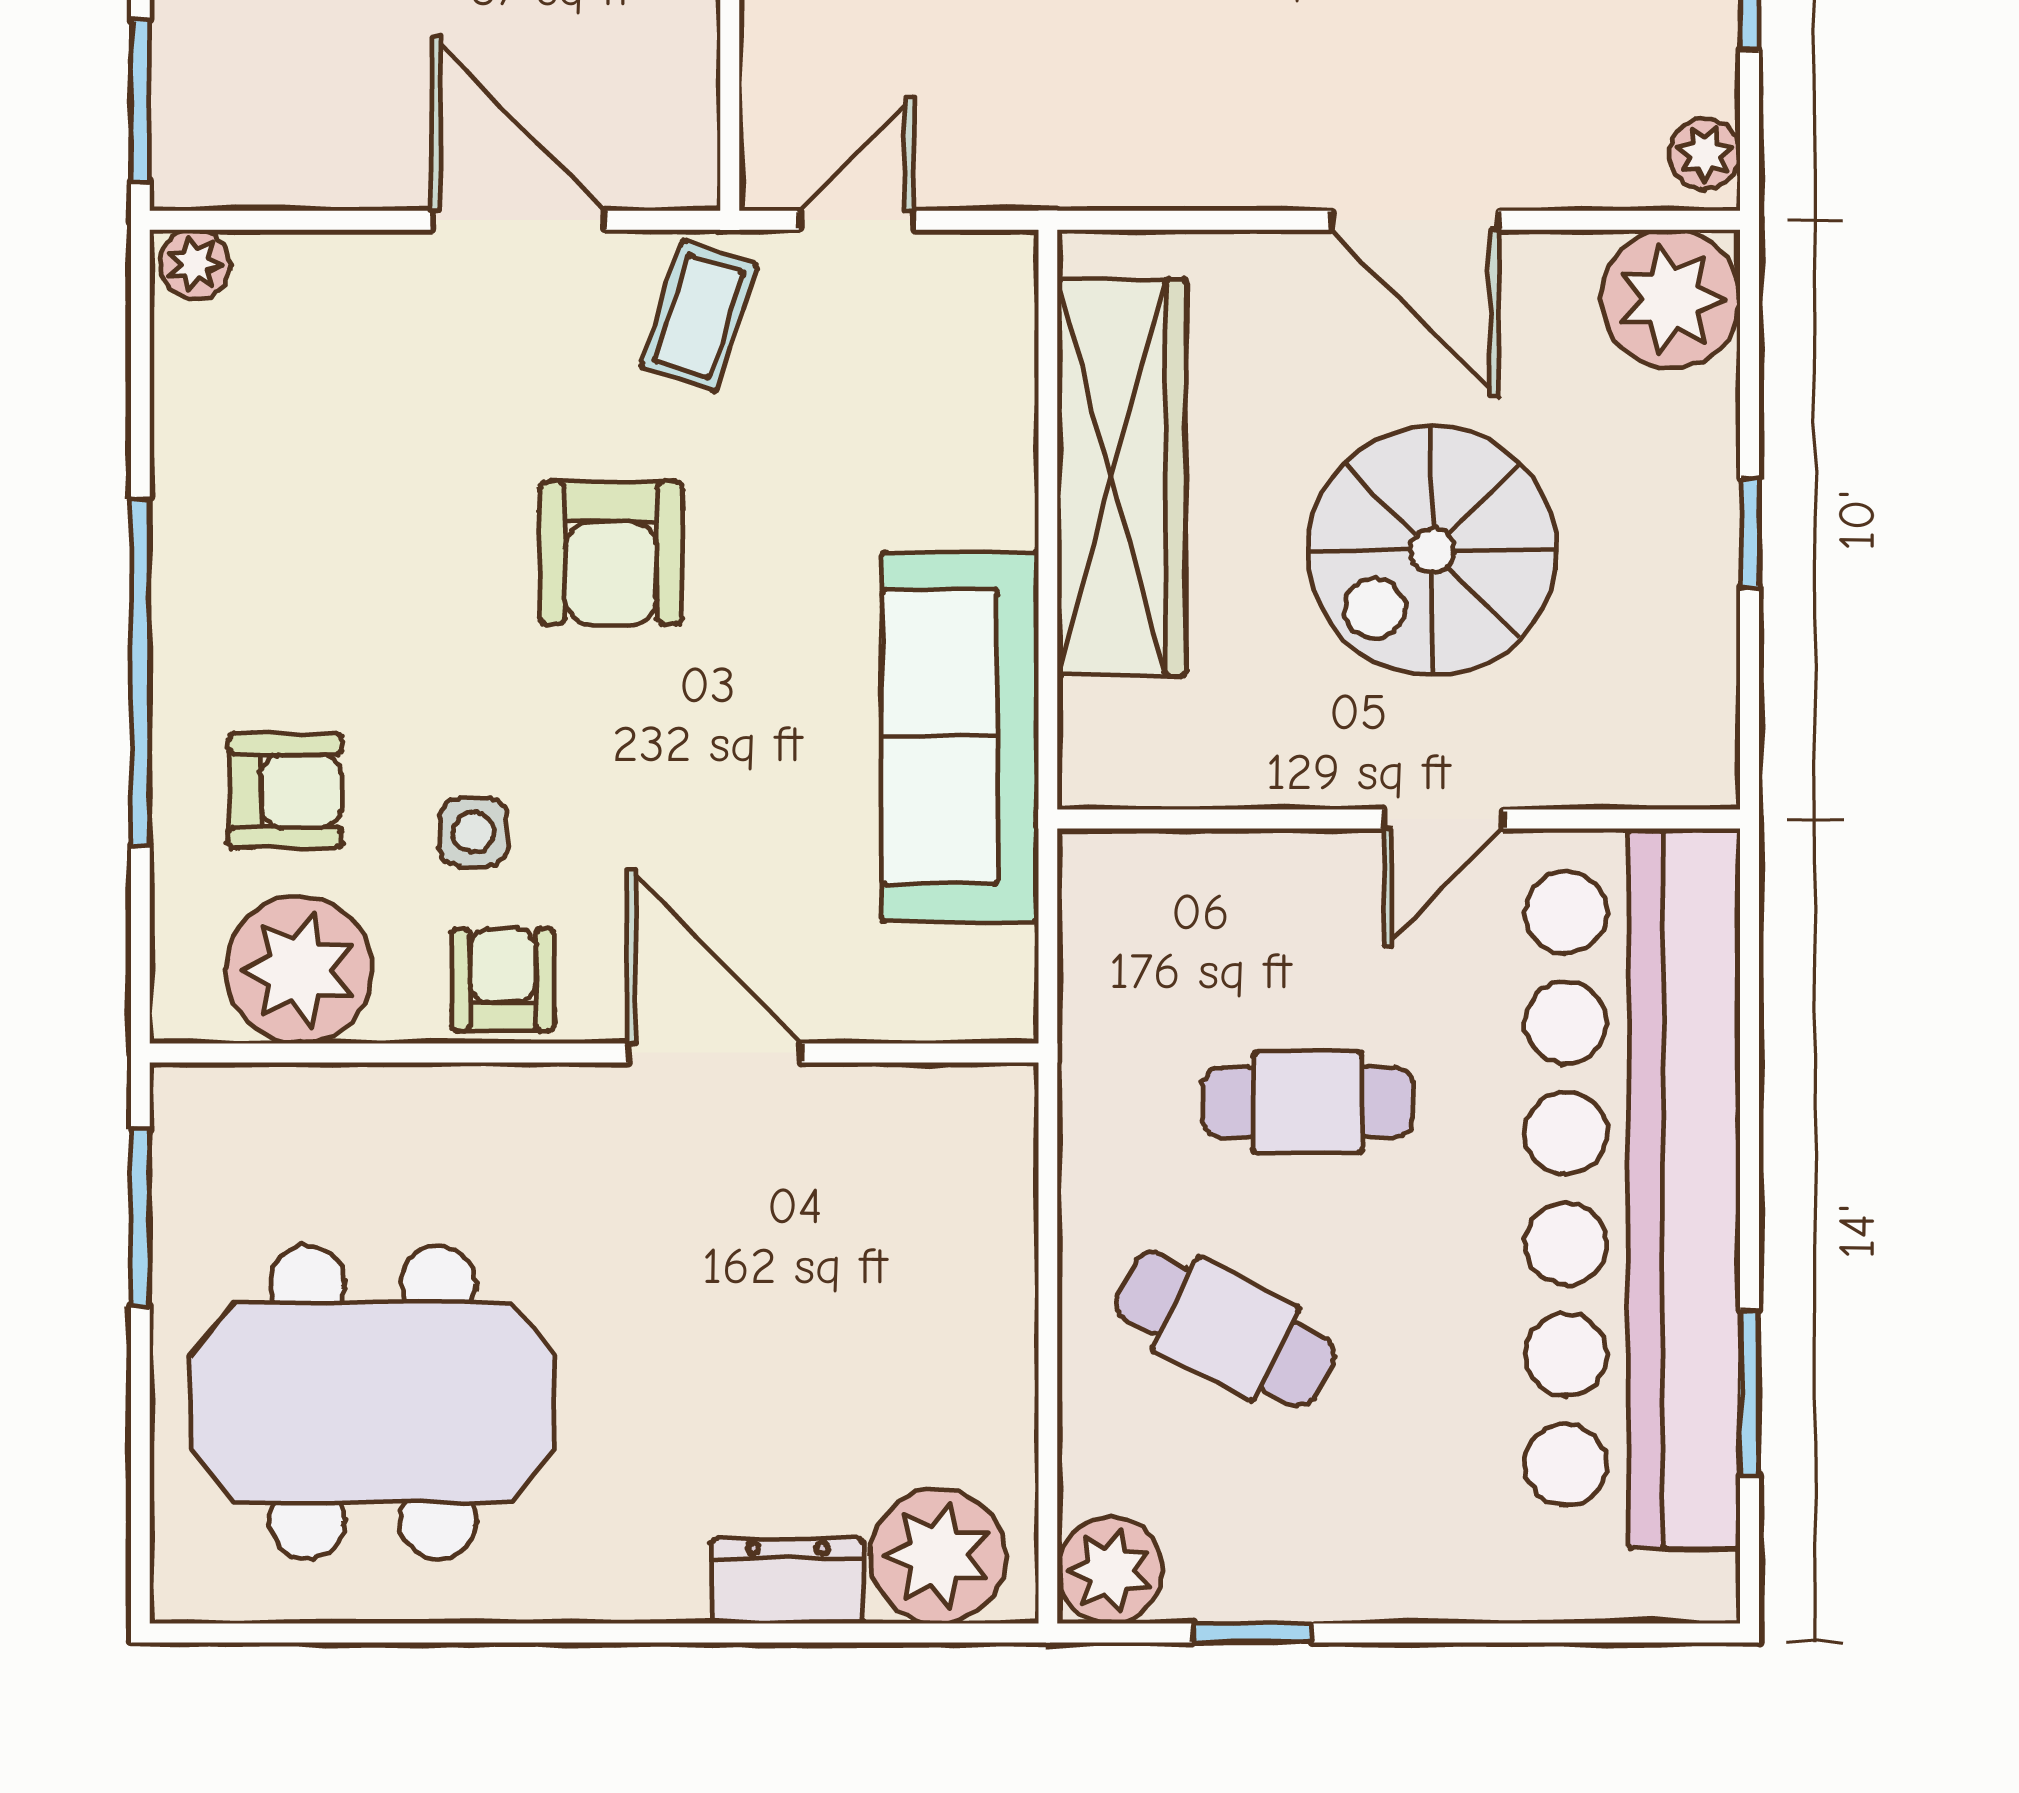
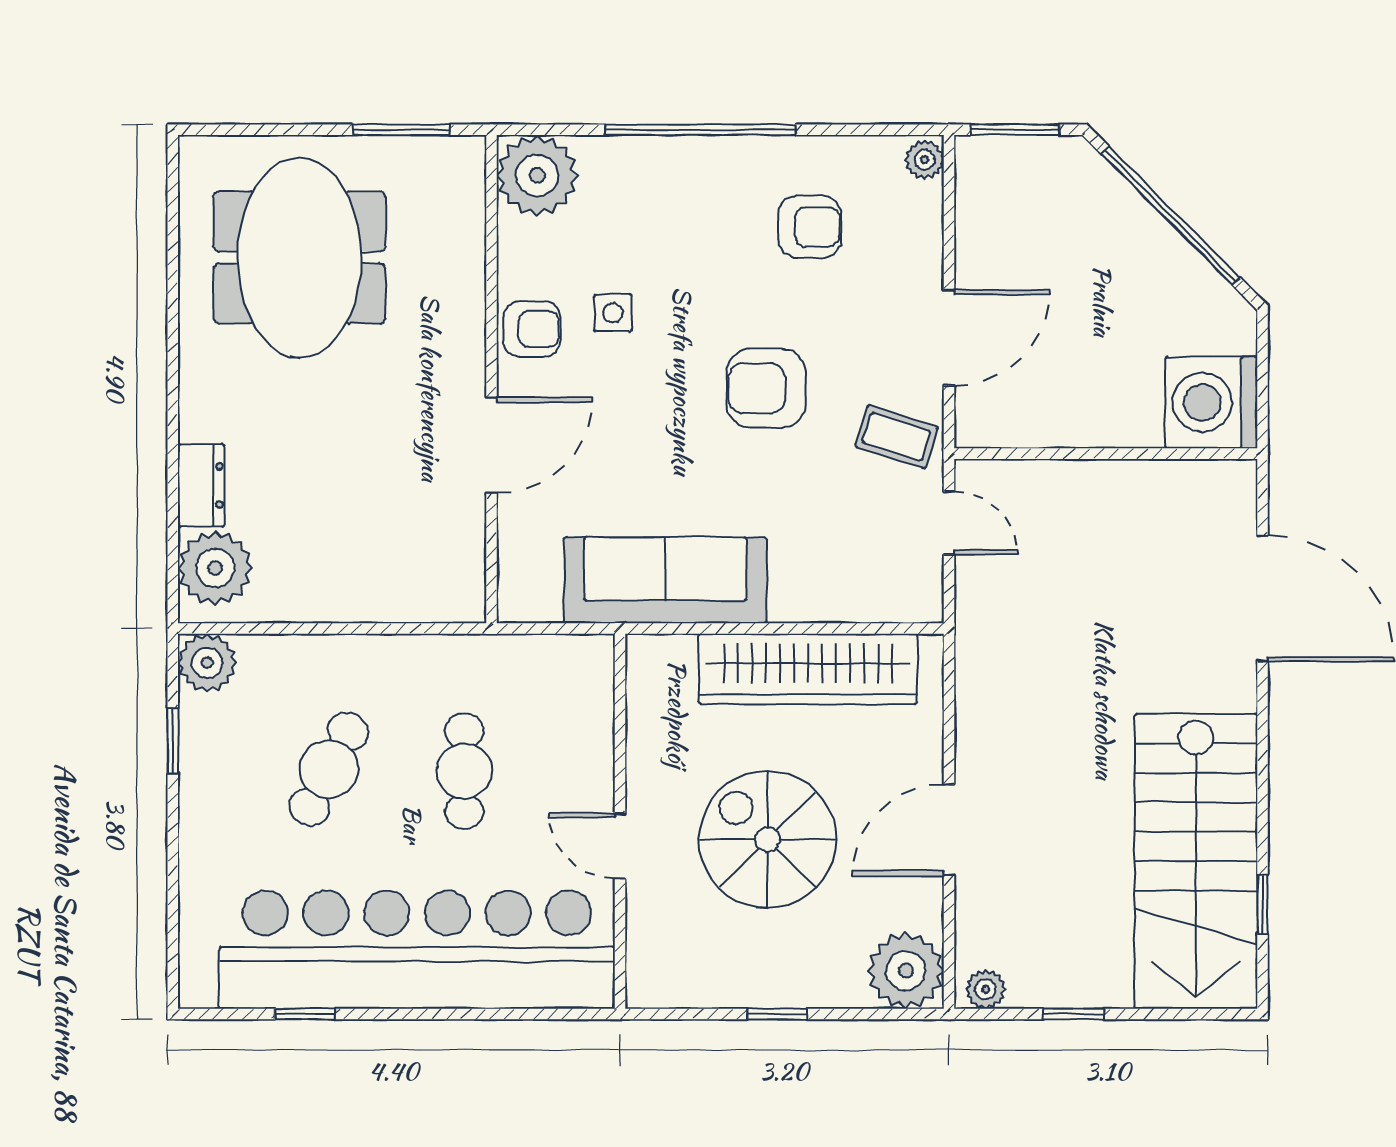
armchair: (285, 791) -> (810, 227), moved, turned -90
plant: (299, 970) -> (537, 175), moved
cafe table: (1226, 1329) -> (329, 769), moved
window: (1750, 1392) -> (305, 1014), width x0.67

